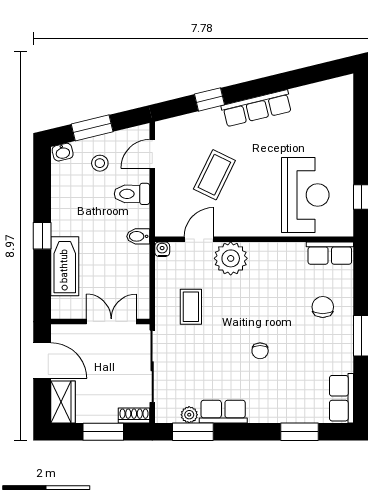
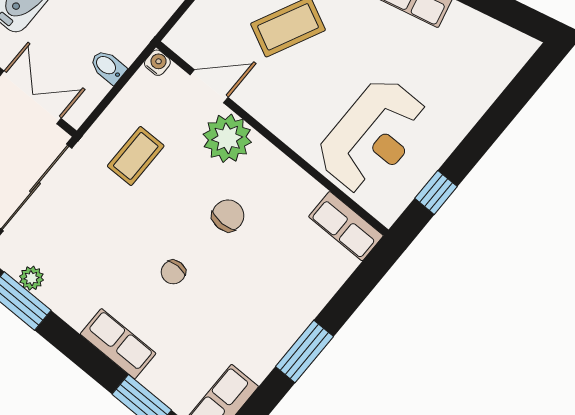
bidet: (138, 236) -> (108, 67), moved
chair: (323, 307) -> (228, 216), moved
row of seats: (223, 412) -> (118, 344), moved

